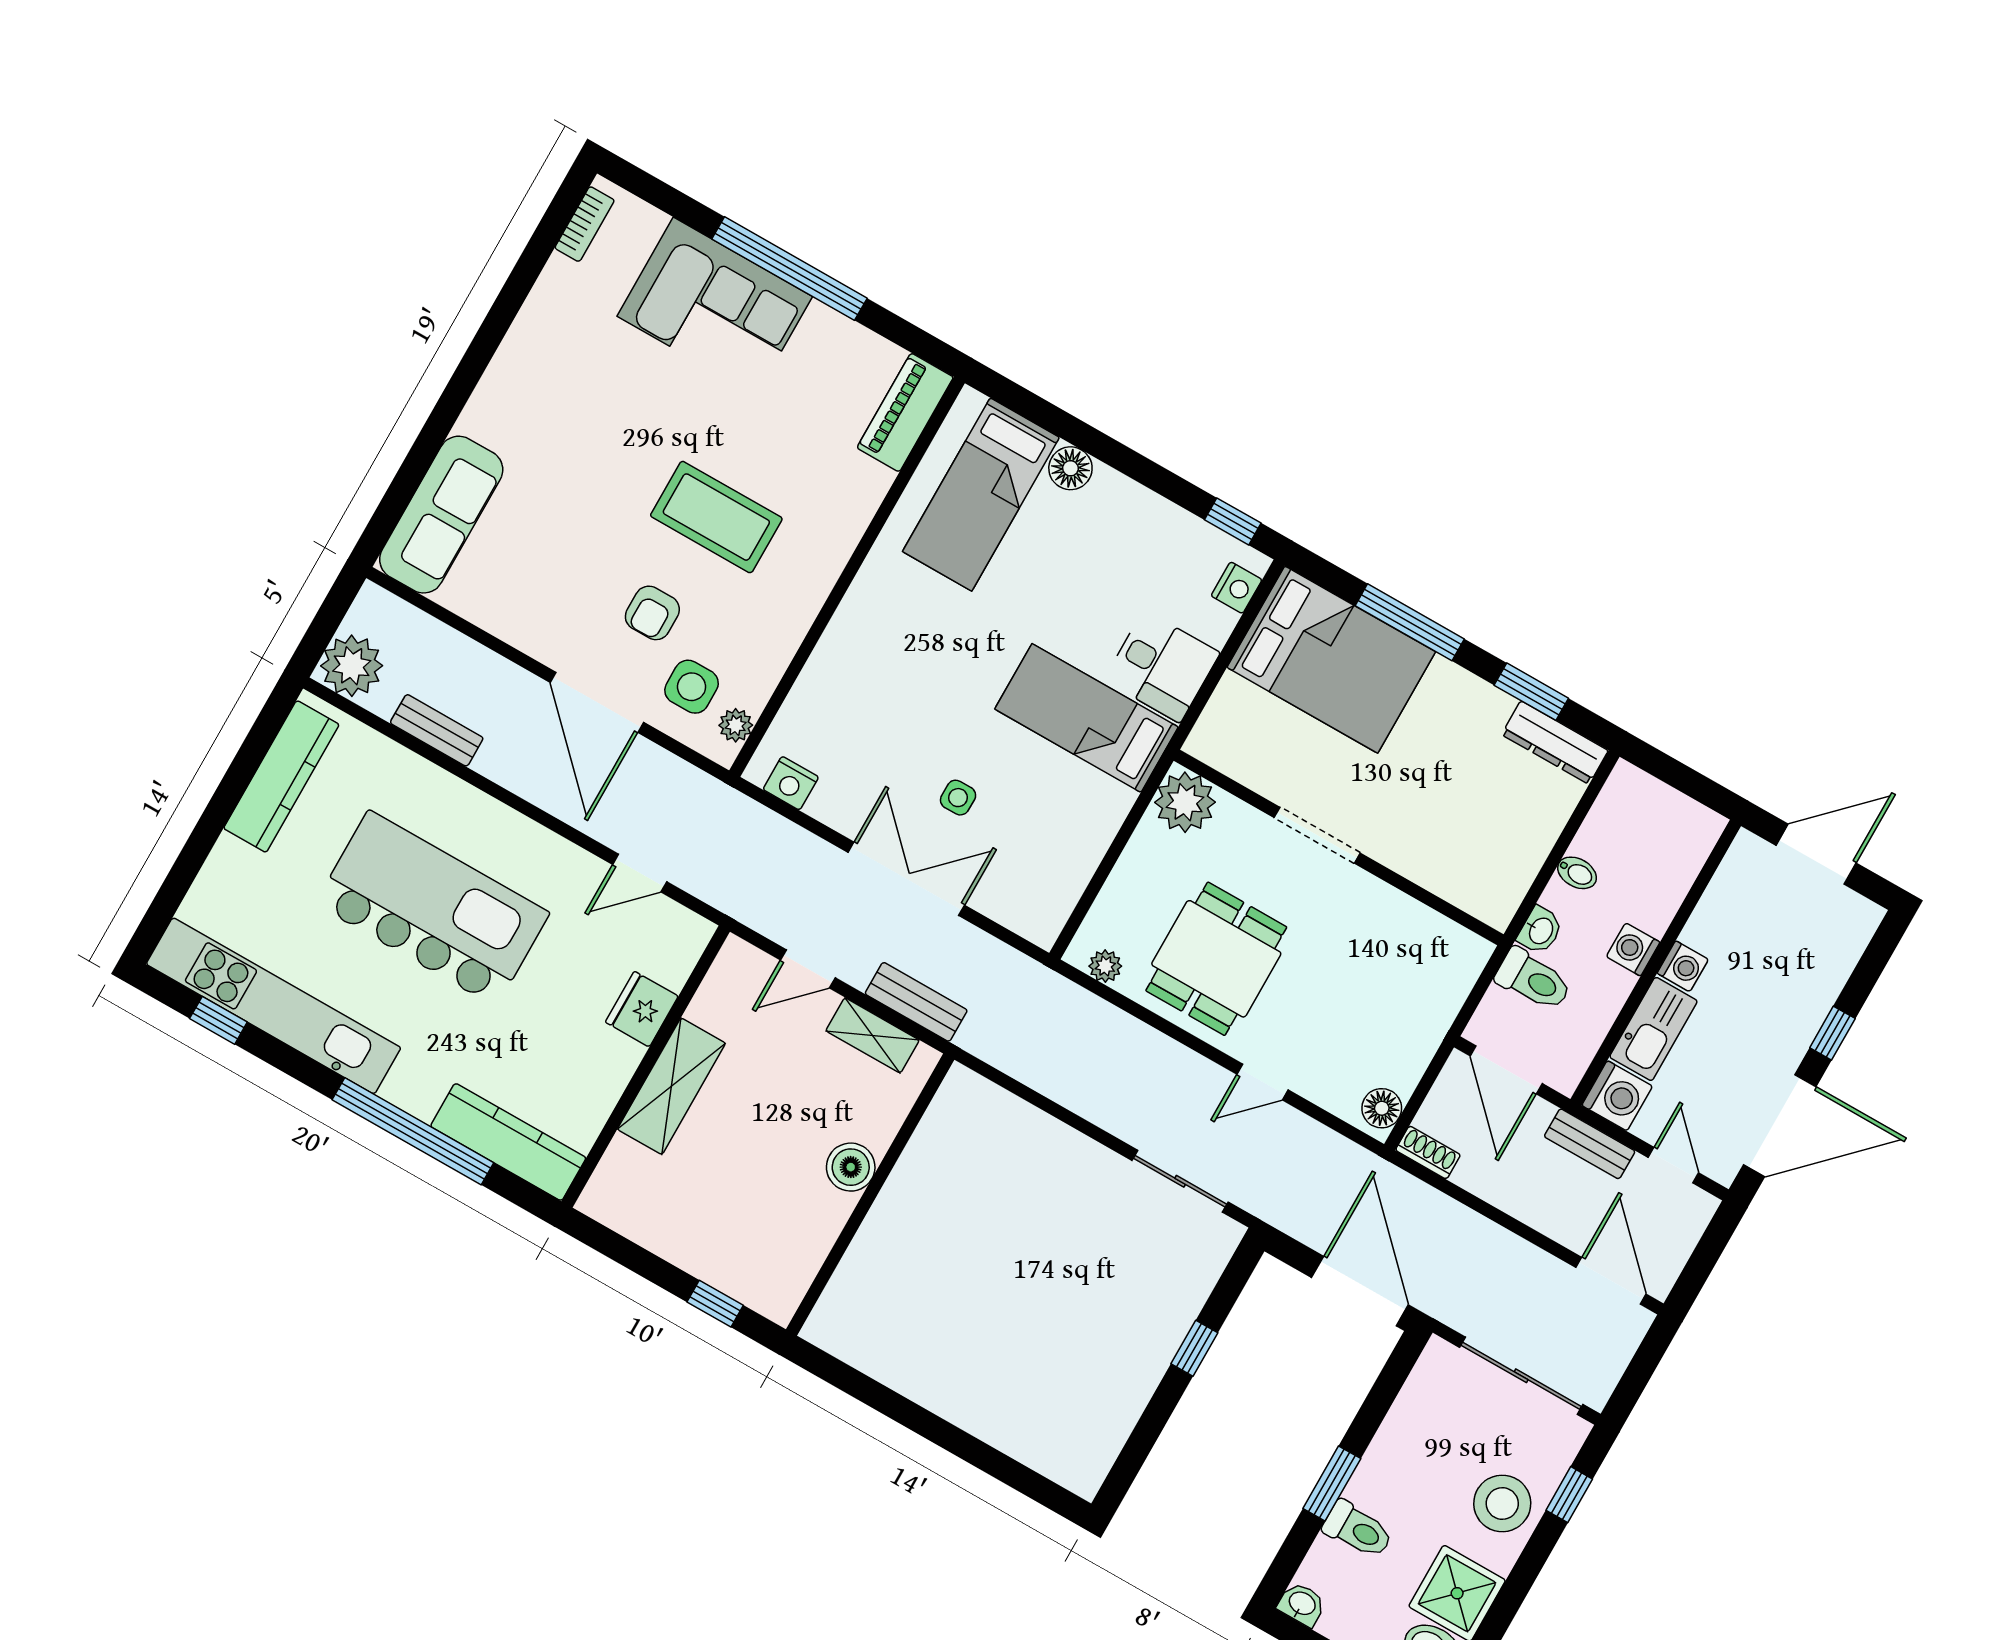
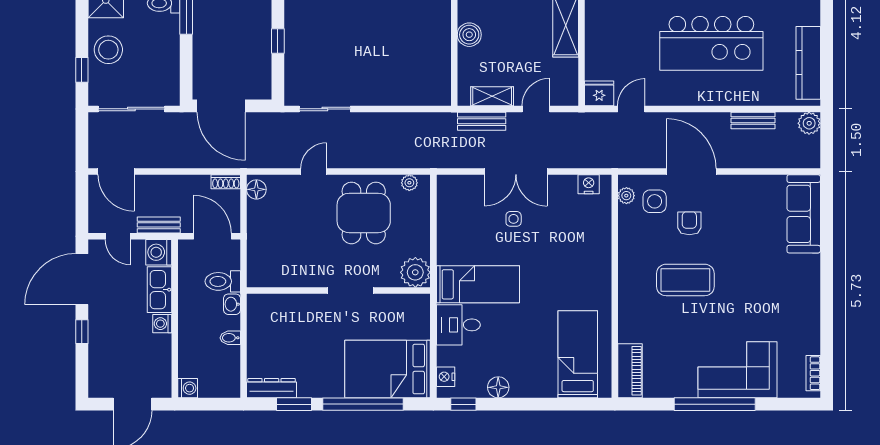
floor lamp: (1070, 468) -> (498, 387), moved
window: (1410, 622) -> (363, 404), width x1.46
plant: (352, 666) -> (809, 123), width x0.73, depth x0.73
washing machine: (1633, 949) -> (188, 388), moved
fridge: (642, 1009) -> (599, 93), moved, turned -90

